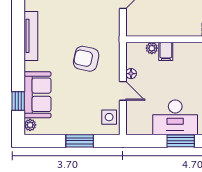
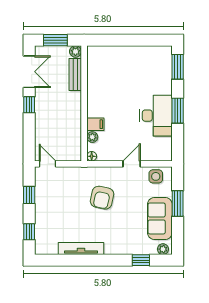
floor lamp: (131, 74) -> (92, 156), moved
sofa: (38, 95) -> (160, 218), moved, turned -90

